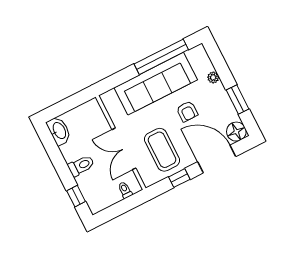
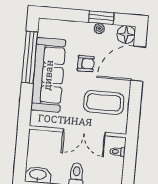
plant: (213, 77) -> (99, 28), moved
window: (179, 178) -> (135, 103), removed

